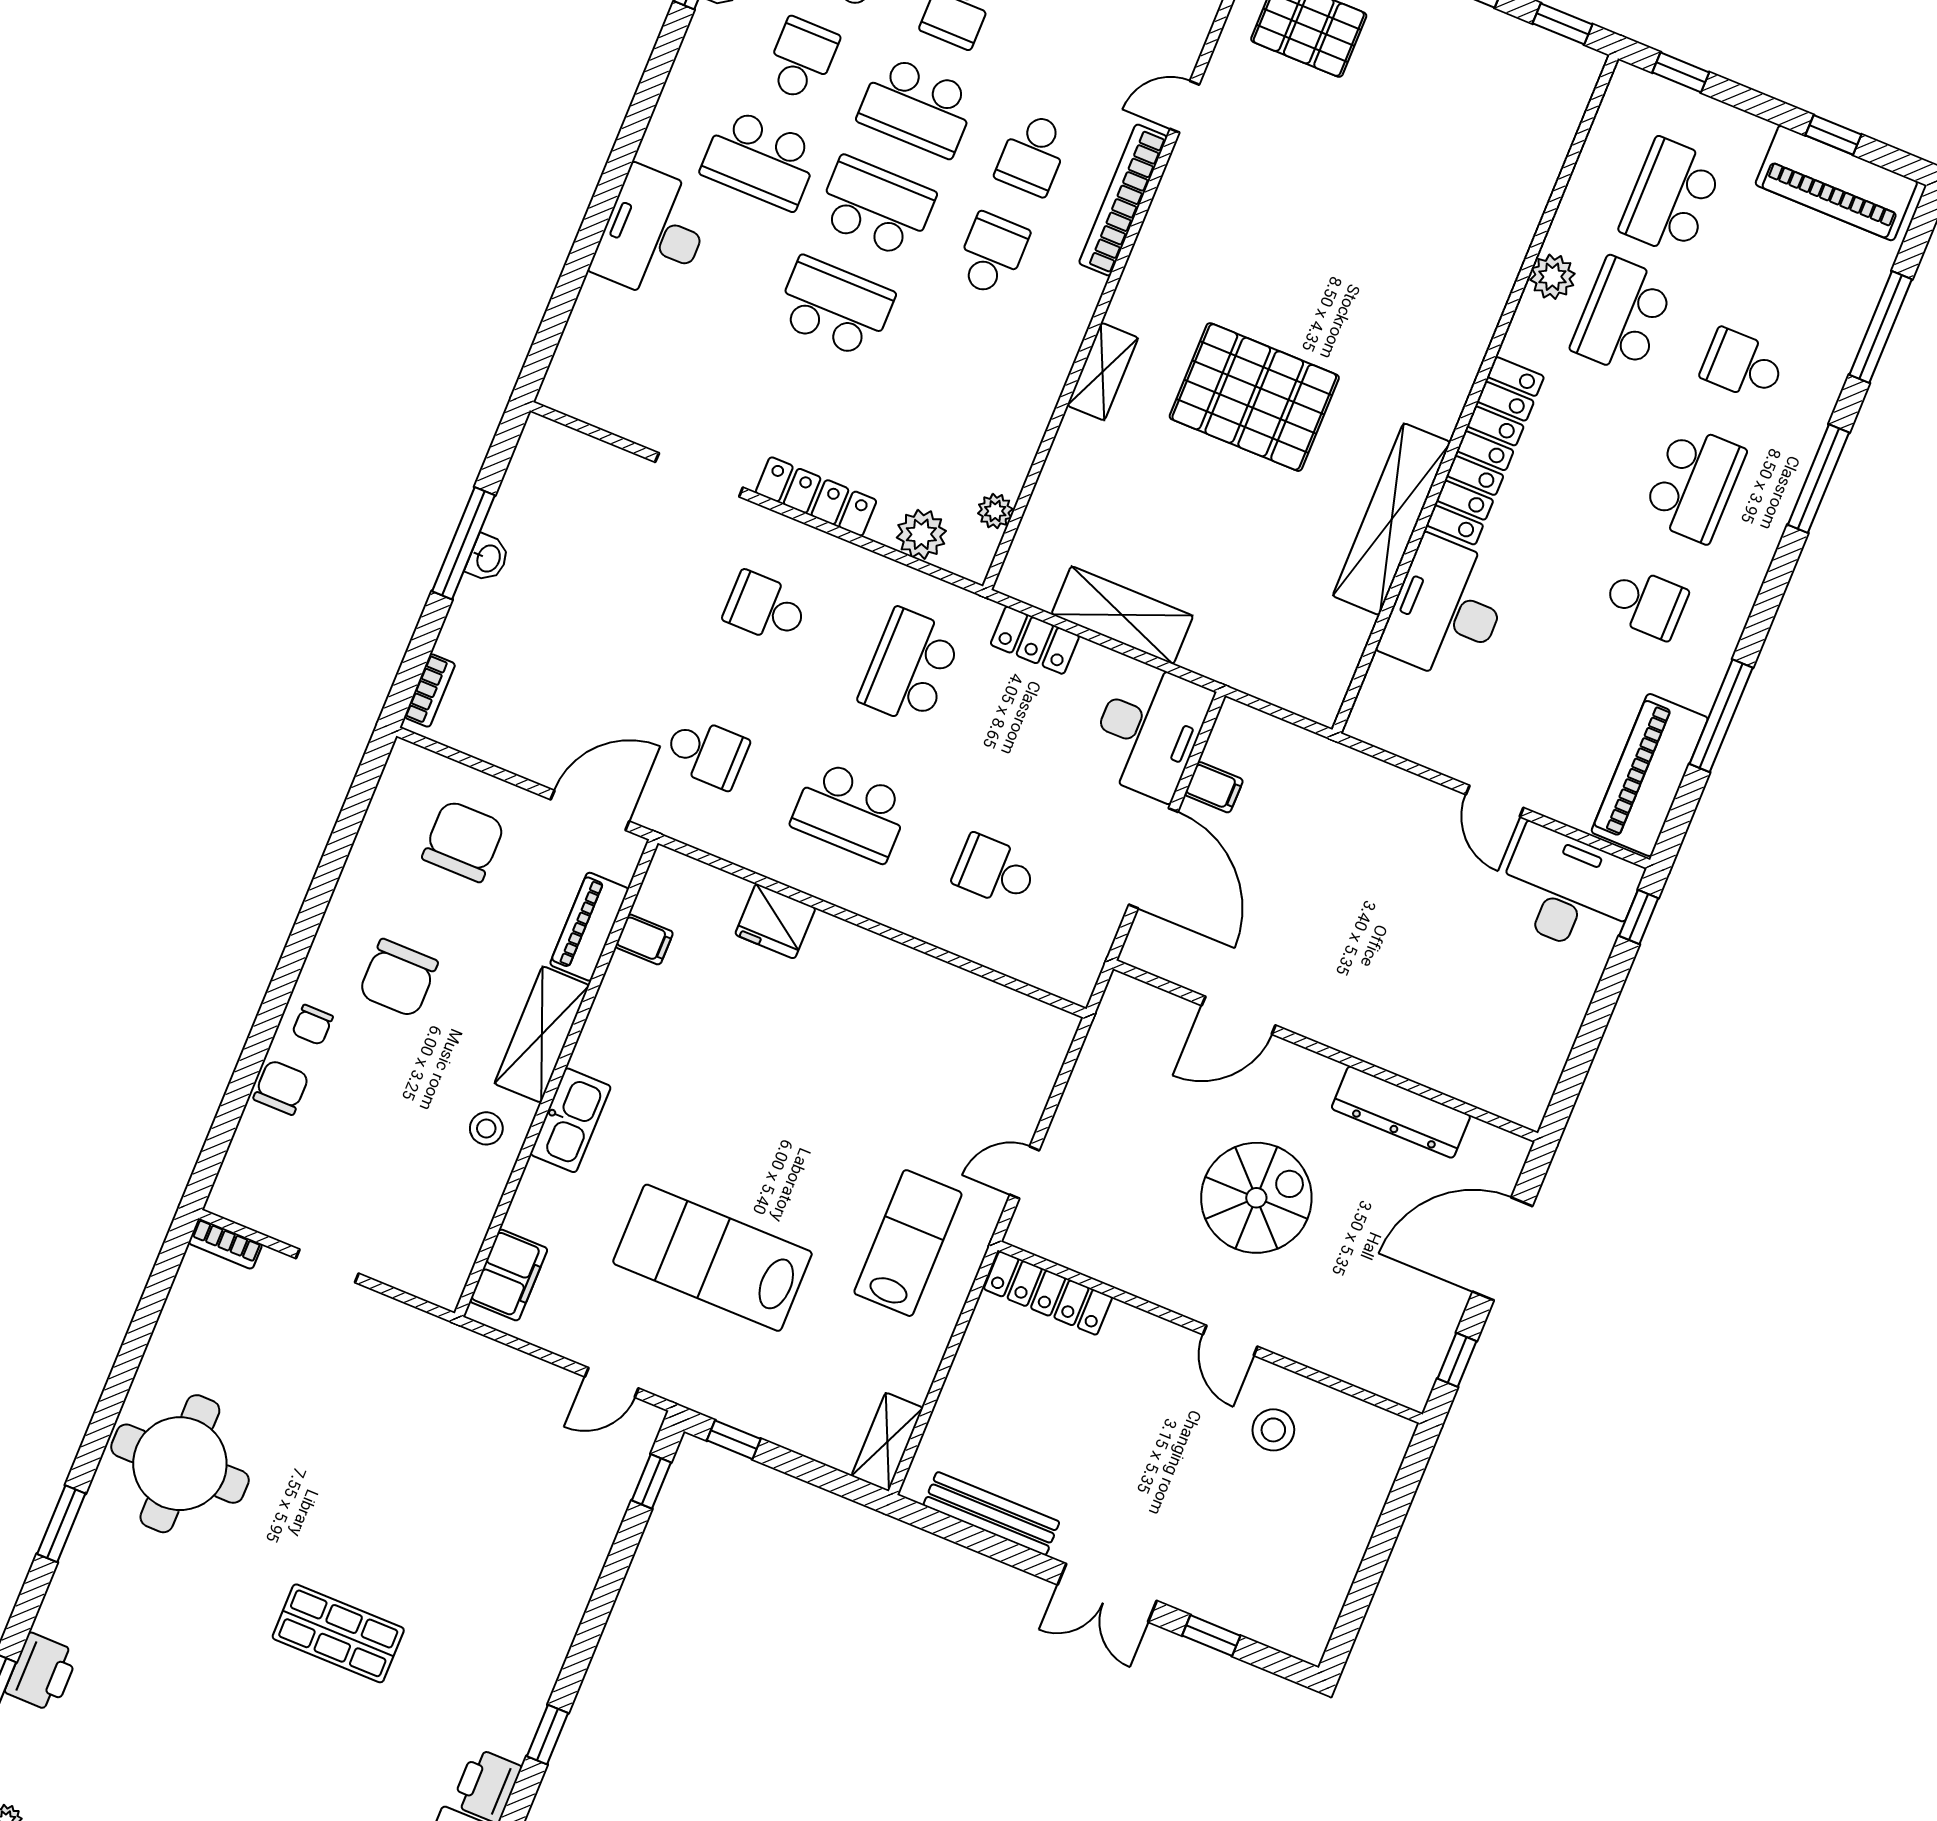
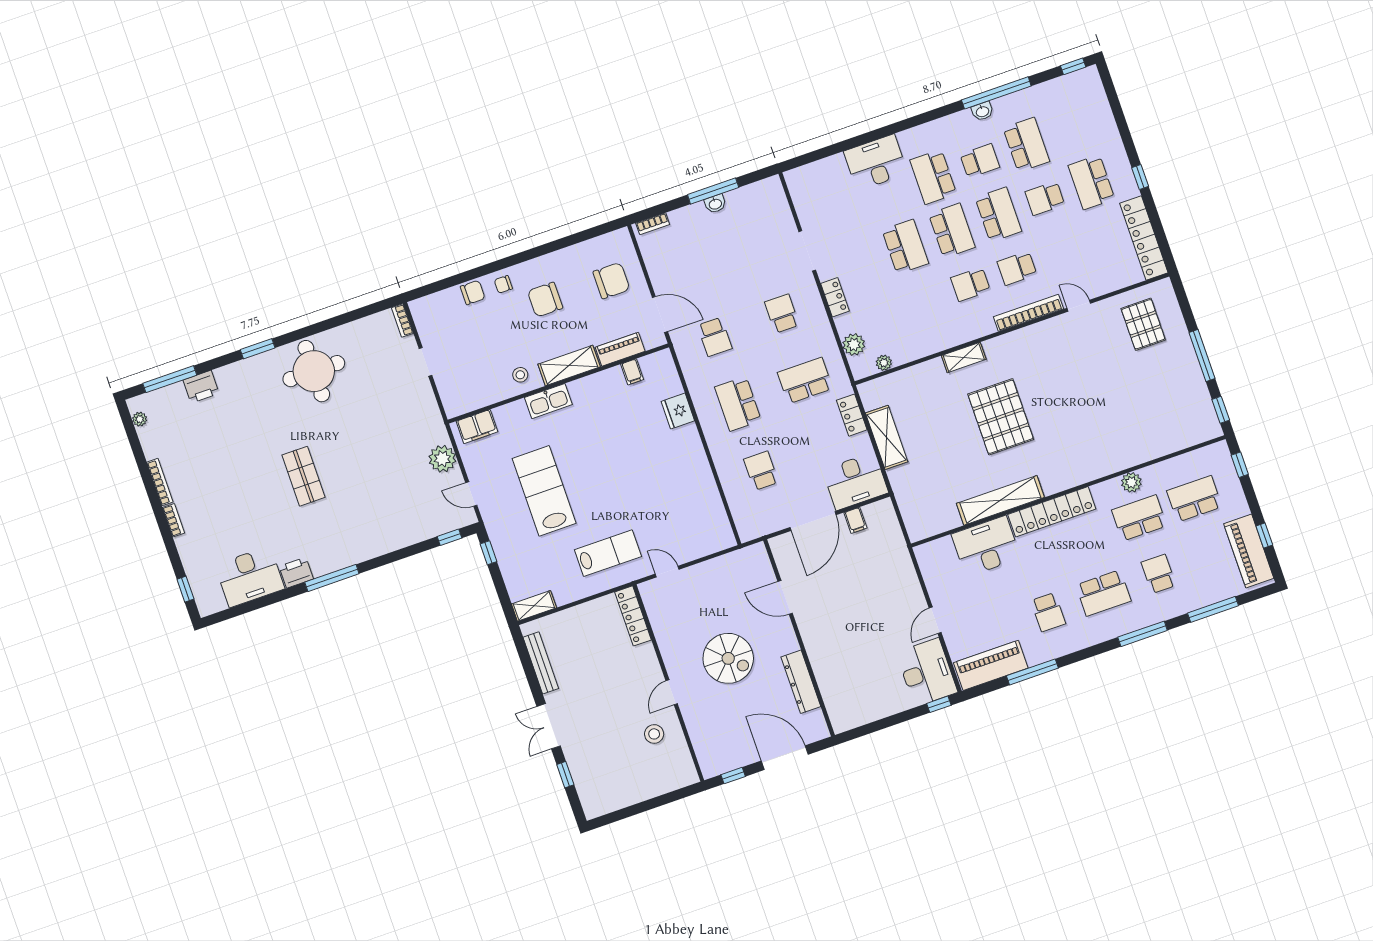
school desk: (917, 107) -> (998, 214), turned 180
school desk: (992, 254) -> (970, 284), turned 180
locker: (816, 497) -> (835, 297), width x0.66
plant: (511, 1379) -> (442, 459), added
window: (548, 1735) -> (332, 578), width x2.17

